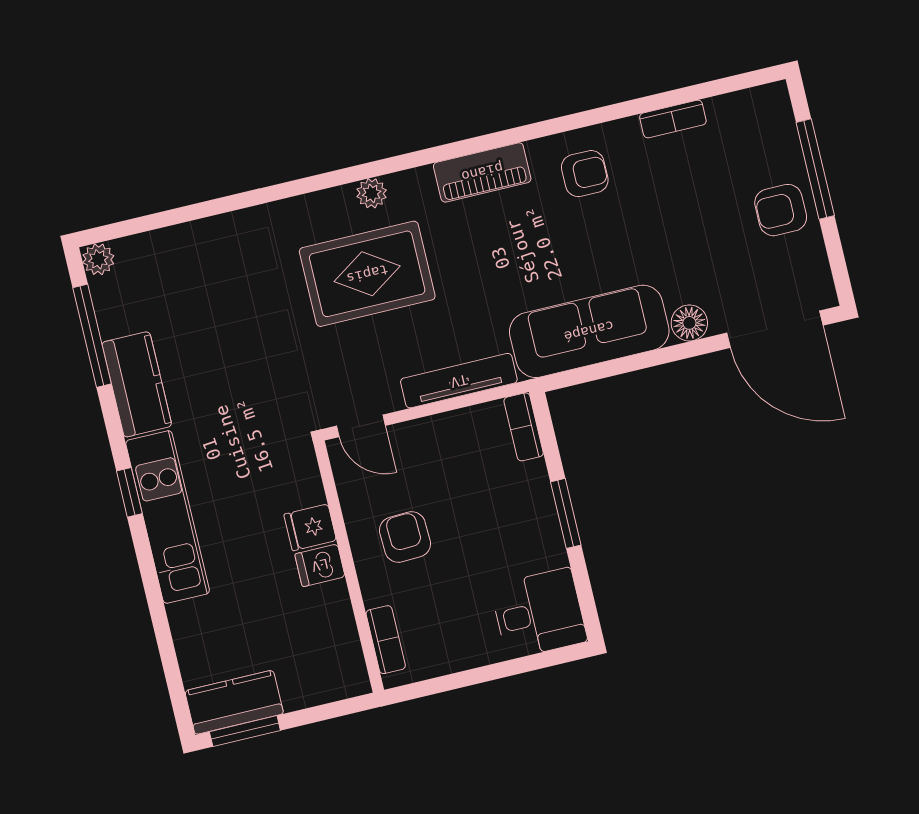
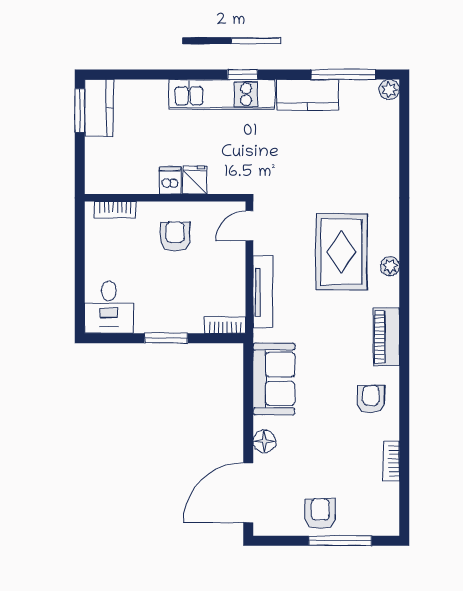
armchair: (585, 174) -> (371, 399), turned 180
sofa: (589, 331) -> (274, 379), width x0.73
armchair: (405, 537) -> (175, 237), turned -88

